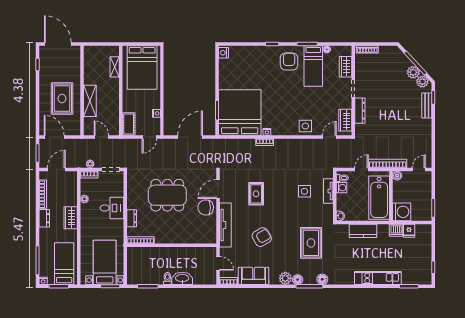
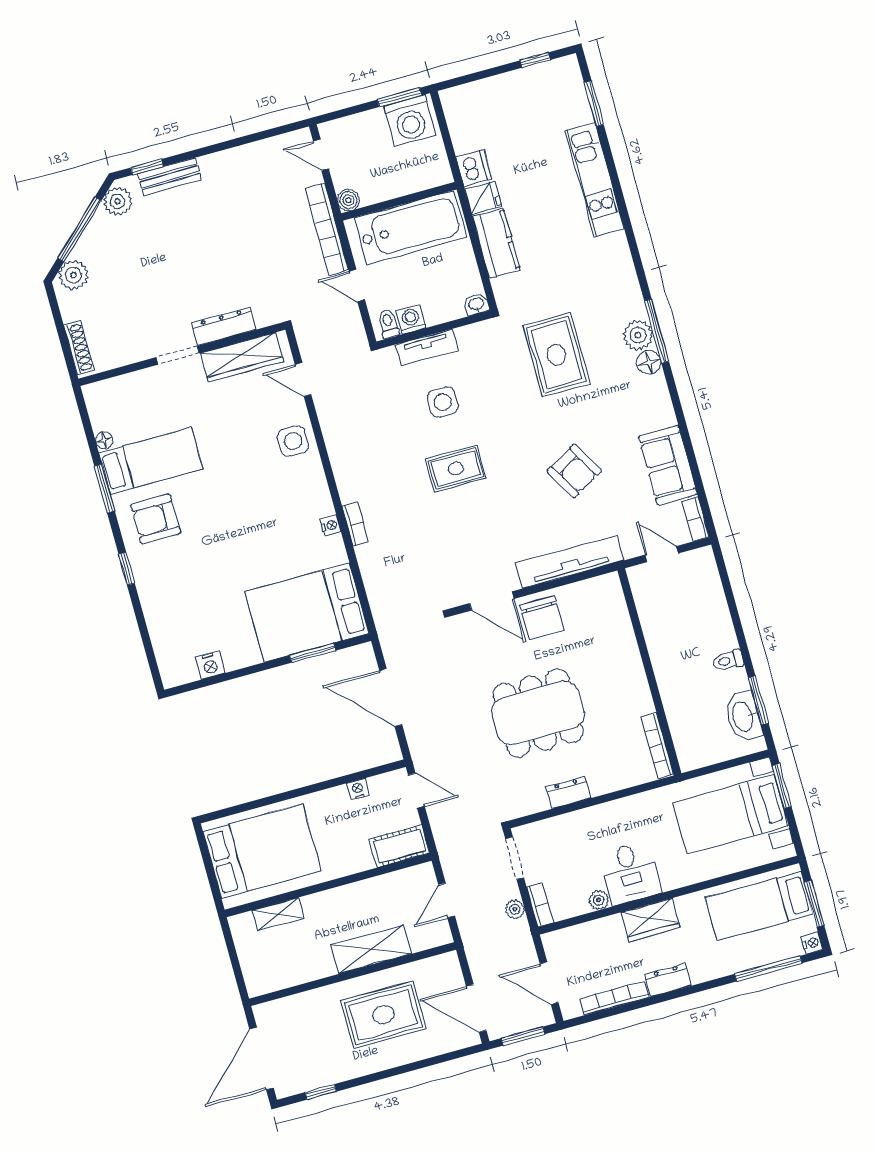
nightstand: (224, 53) -> (210, 665), moved
wardrobe: (346, 67) -> (132, 387), removed
plant: (413, 72) -> (74, 275), moved
bed: (240, 113) -> (307, 612), width x0.73
wardrobe: (345, 120) -> (242, 357), width x1.50
door: (54, 137) -> (476, 1008), hinge flipped
rug: (256, 194) -> (456, 469), moved
dining table: (167, 195) -> (538, 713), turned 90
desk: (112, 208) -> (630, 873), moved, turned 180
washing machine: (402, 212) -> (410, 121), moved, turned 180
dresser: (132, 218) -> (568, 793), moved
fridge: (409, 231) -> (483, 198), moved
armchair: (262, 237) -> (574, 471), turned 180
rug: (311, 243) -> (556, 355), turned 90
door: (218, 263) -> (662, 554), hinge flipped
washbasin: (182, 278) -> (743, 716), moved
plant: (285, 278) -> (638, 335), moved
floor lamp: (322, 279) -> (632, 306), removed

